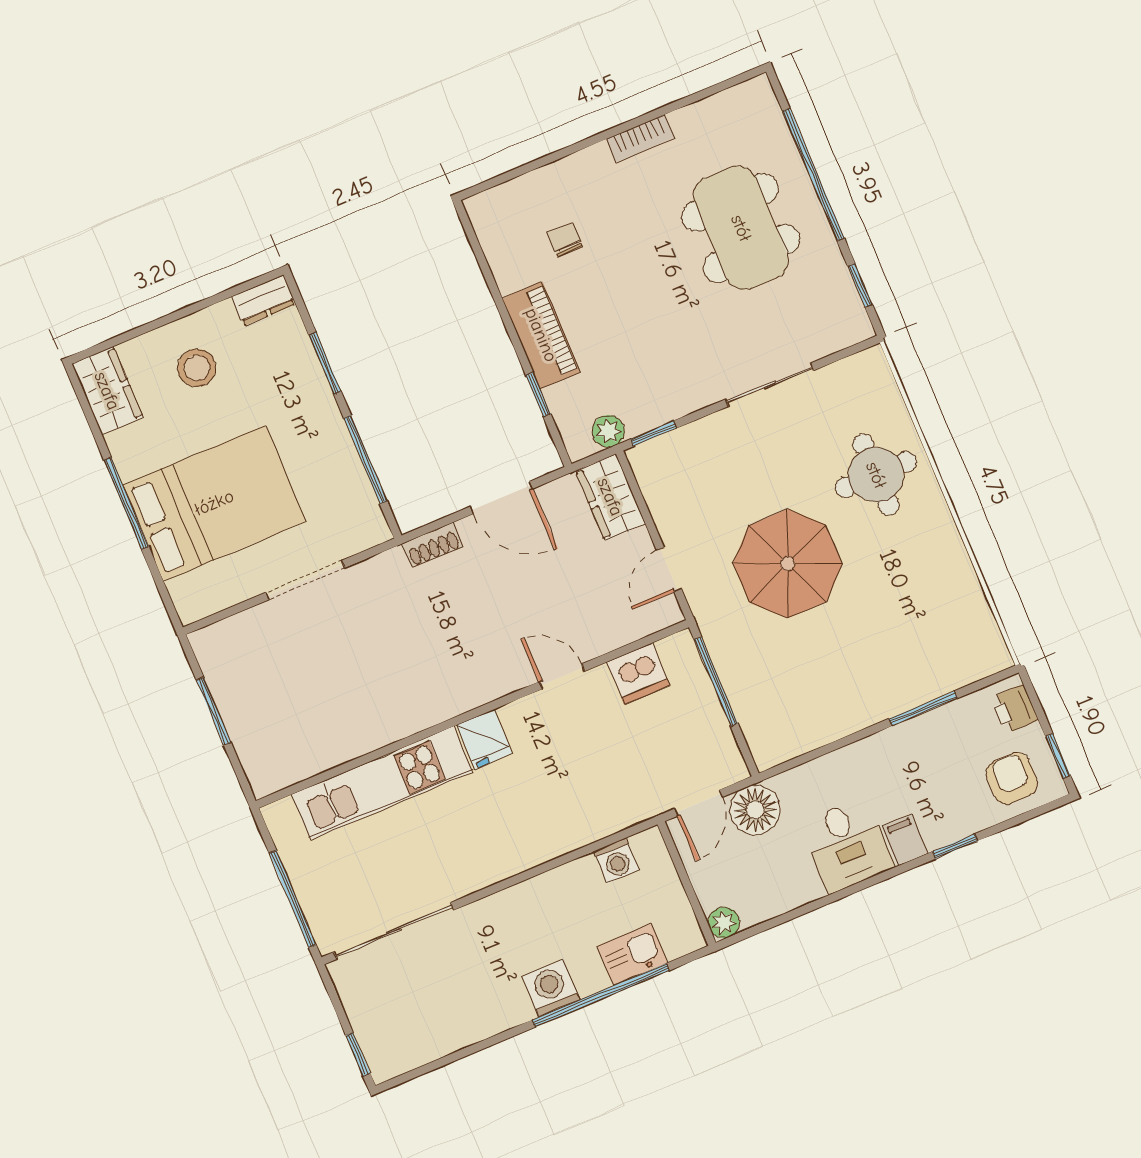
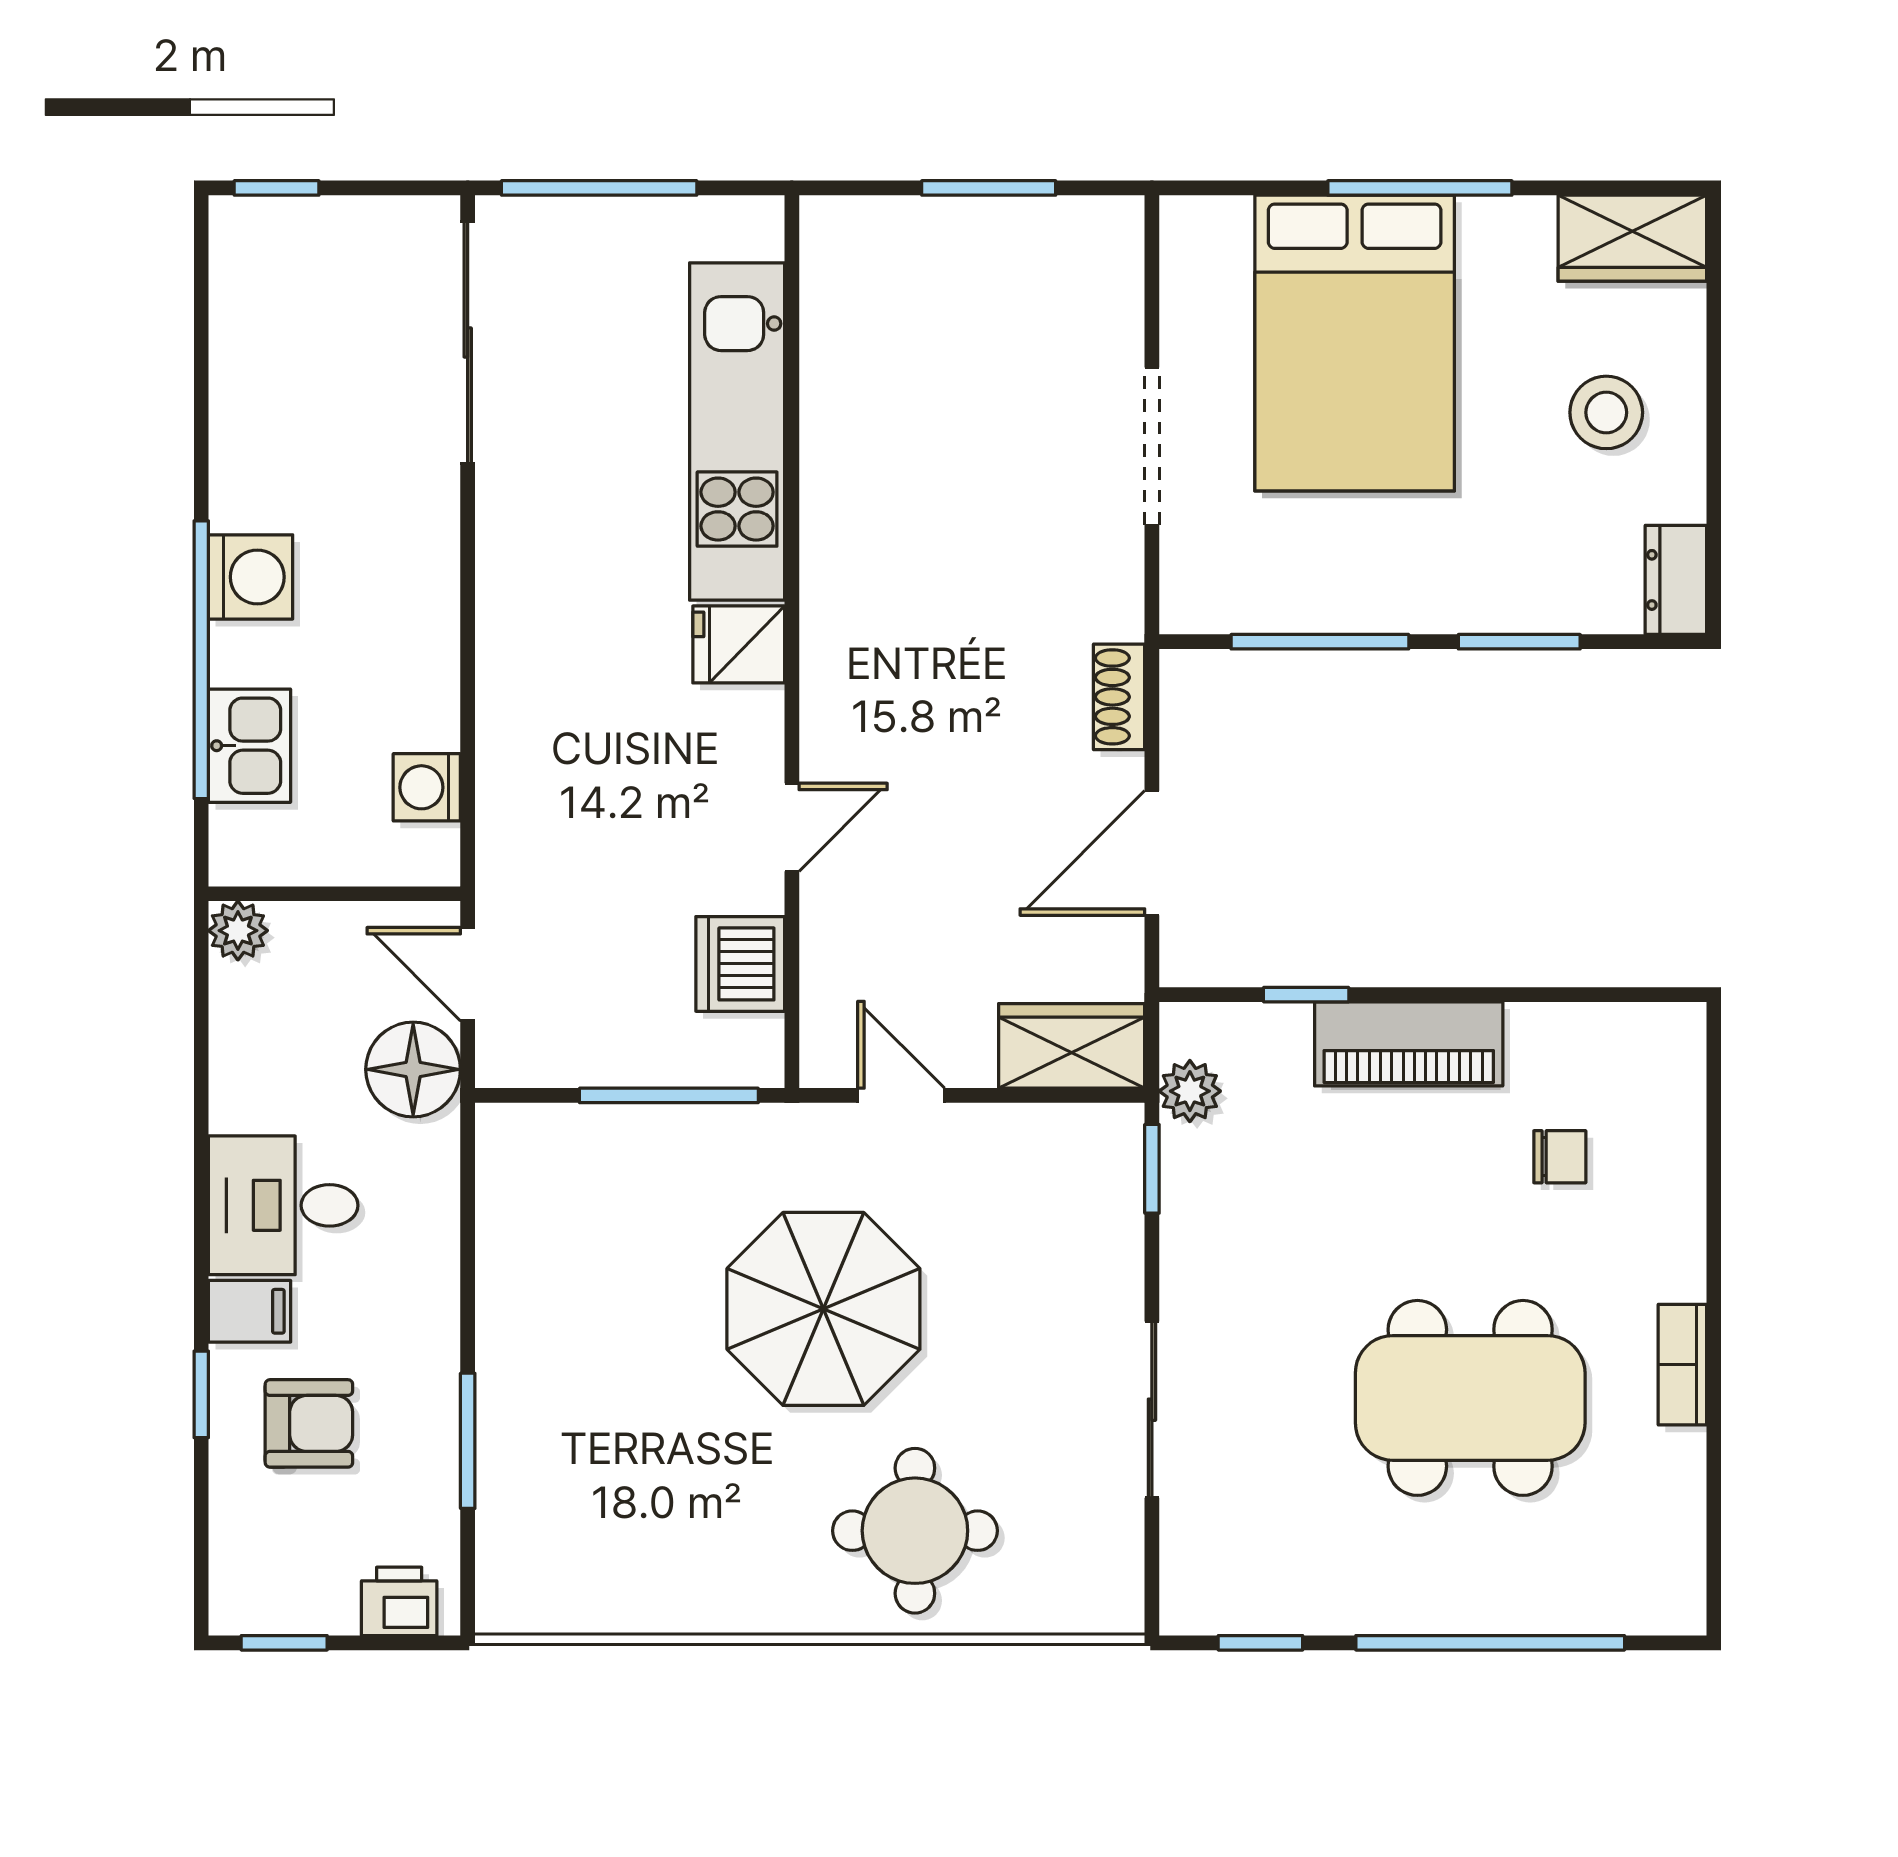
dining table: (741, 228) -> (1470, 1398), moved
armchair: (1012, 778) -> (309, 1423), moved

